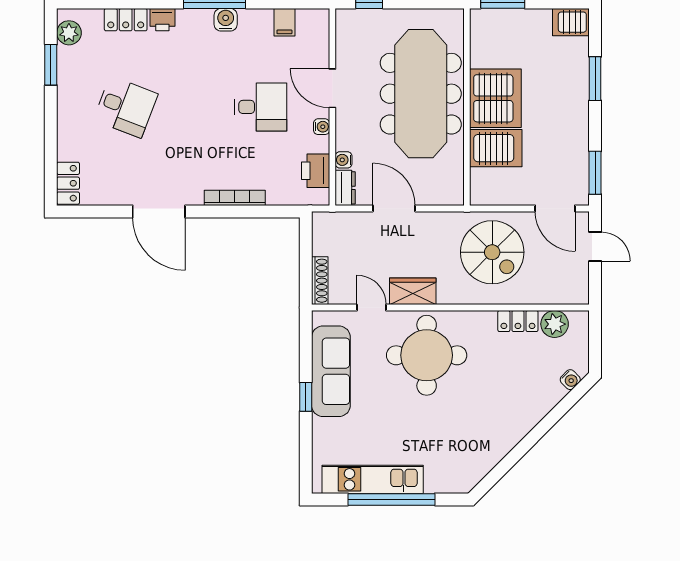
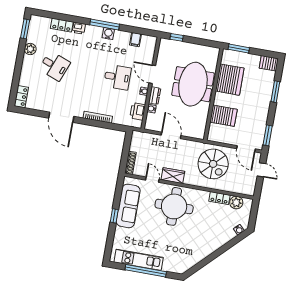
plant: (69, 33) -> (30, 49), moved
window: (51, 65) -> (25, 29), moved
meeting table: (421, 94) -> (193, 84), width x0.73
server rack: (495, 98) -> (230, 80), moved
dresser: (345, 188) -> (155, 96), moved

